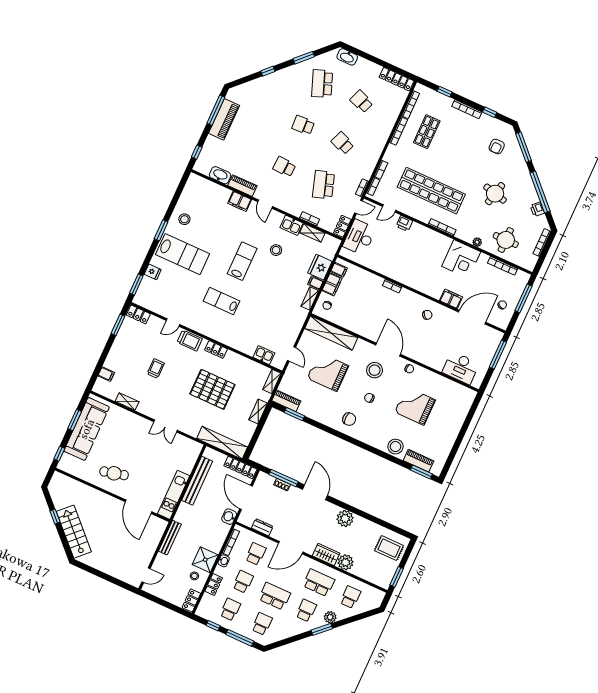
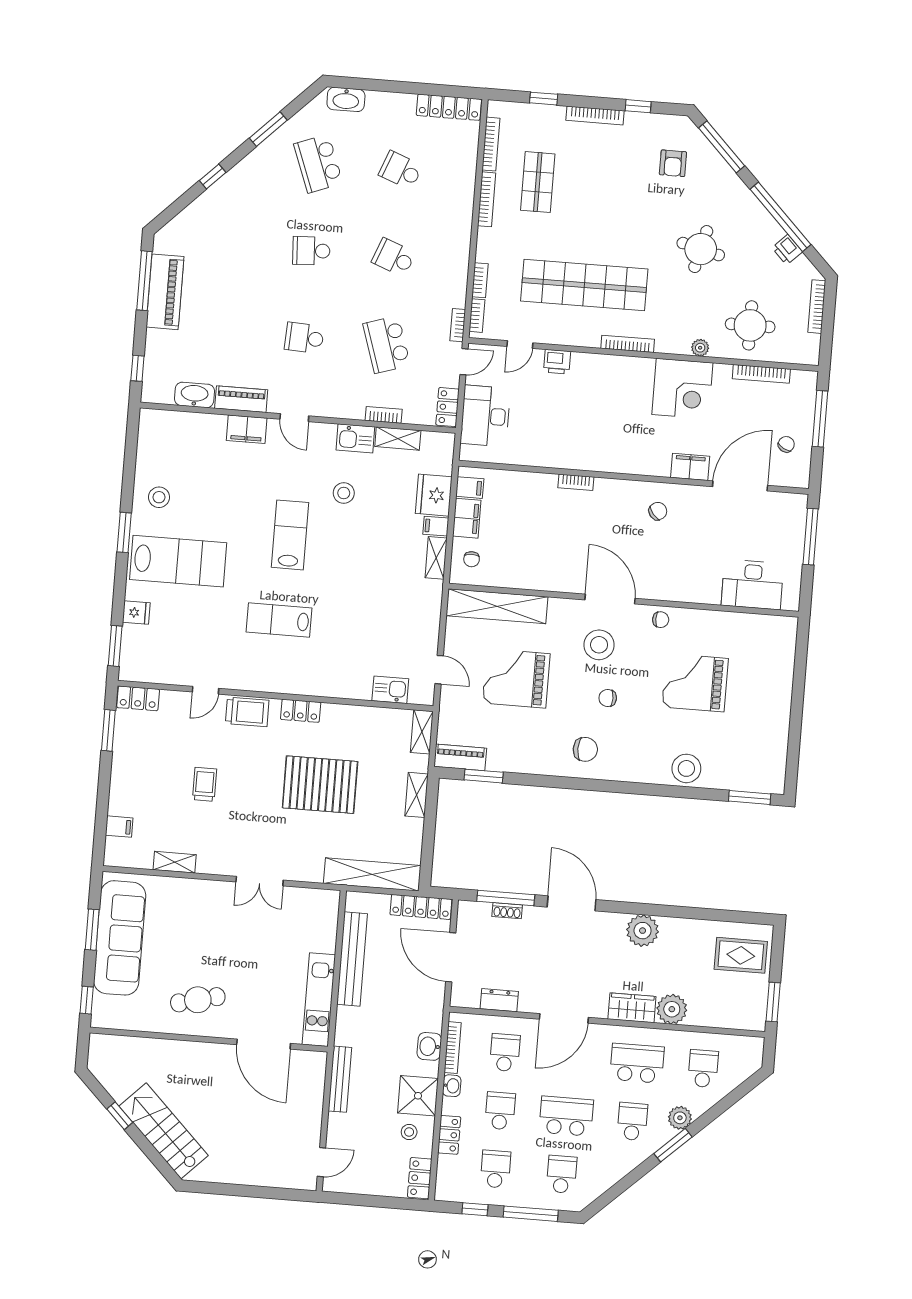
piano: (418, 461) -> (737, 779), removed
washbasin: (229, 517) -> (429, 1046), moved

